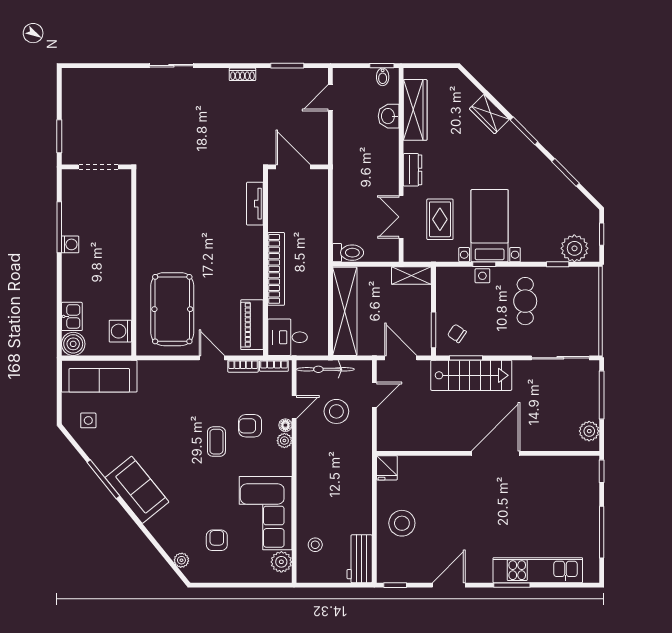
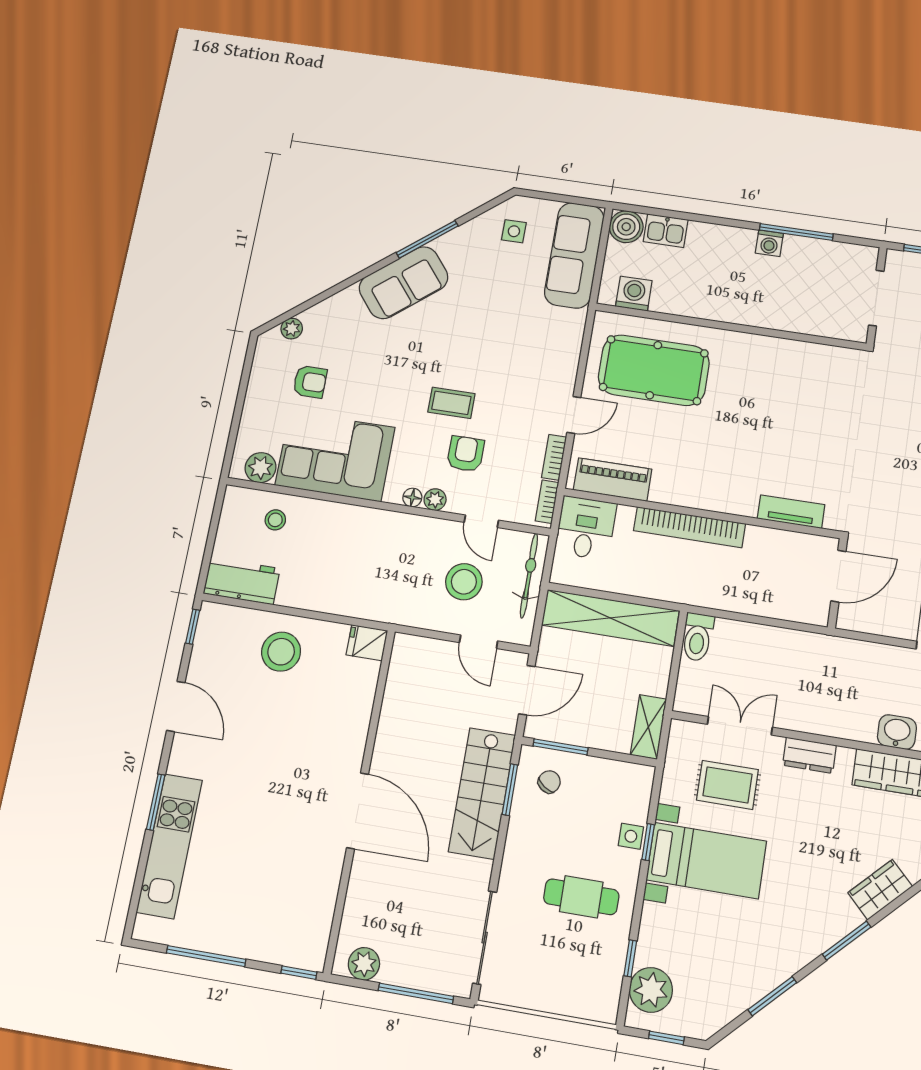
floor lamp: (285, 425) -> (412, 497), moved

